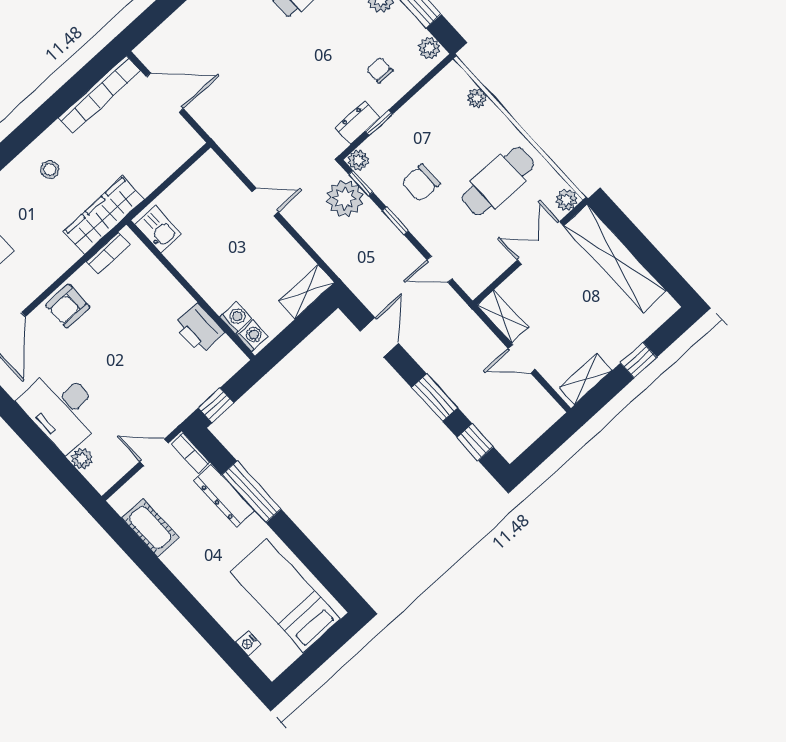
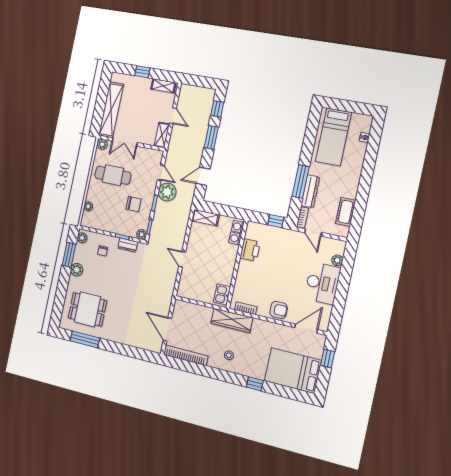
plant: (345, 198) -> (167, 192), moved

